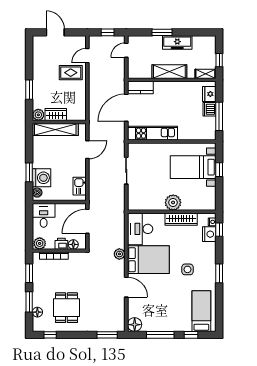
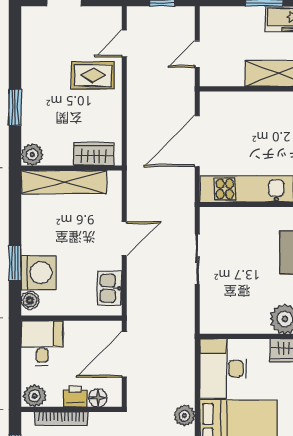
door: (126, 50) -> (197, 54), moved
kitchen counter: (140, 87) -> (224, 103), removed
wardrobe: (56, 115) -> (94, 154), moved
door: (87, 150) -> (124, 239), moved

